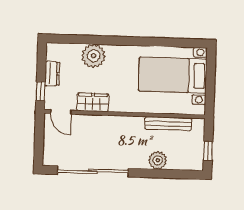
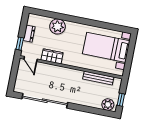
plant: (158, 160) -> (108, 105), moved

